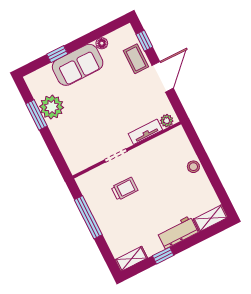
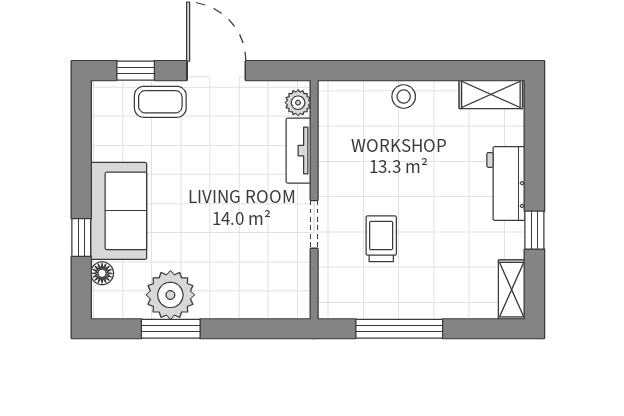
floor lamp: (102, 43) -> (102, 273), moved
shelving: (211, 218) -> (491, 94), moved, turned 90

